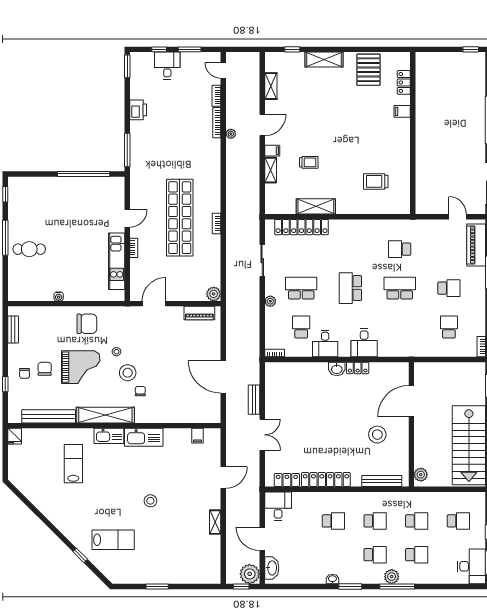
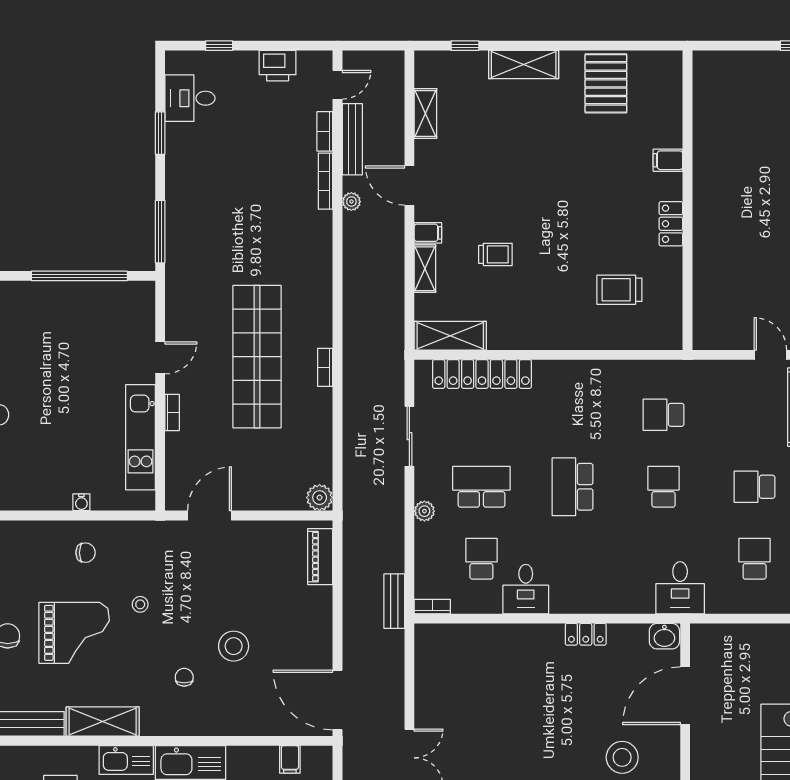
window: (190, 49) -> (275, 46), removed
window: (127, 66) -> (160, 133), moved
desk: (167, 66) -> (190, 98), moved, turned -90
door: (223, 71) -> (338, 85), swing flipped
locker: (404, 82) -> (671, 224), moved
bench: (231, 100) -> (352, 139), added
printer: (138, 110) -> (278, 66), moved, turned 90
door: (262, 125) -> (409, 186), swing flipped
shelving: (316, 206) -> (450, 336), moved
school desk: (400, 288) -> (664, 487), width x0.54
school desk: (449, 288) -> (755, 487), turned 180
water cooler: (59, 296) -> (81, 502), moved
piano: (199, 313) -> (320, 557), moved, turned 90
chair: (87, 324) -> (86, 553), width x0.54, depth x0.54
desk: (364, 343) -> (680, 588), moved
washbasin: (337, 369) -> (664, 636), moved
stool: (128, 373) -> (234, 646), moved
door: (223, 377) -> (338, 700), moved
bench: (254, 400) -> (394, 601), moved
shelving: (105, 415) -> (103, 721), width x0.68

